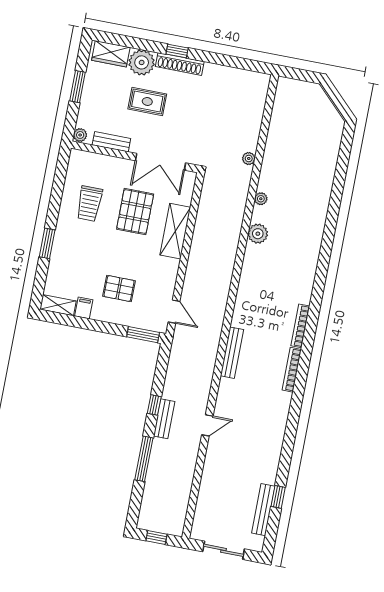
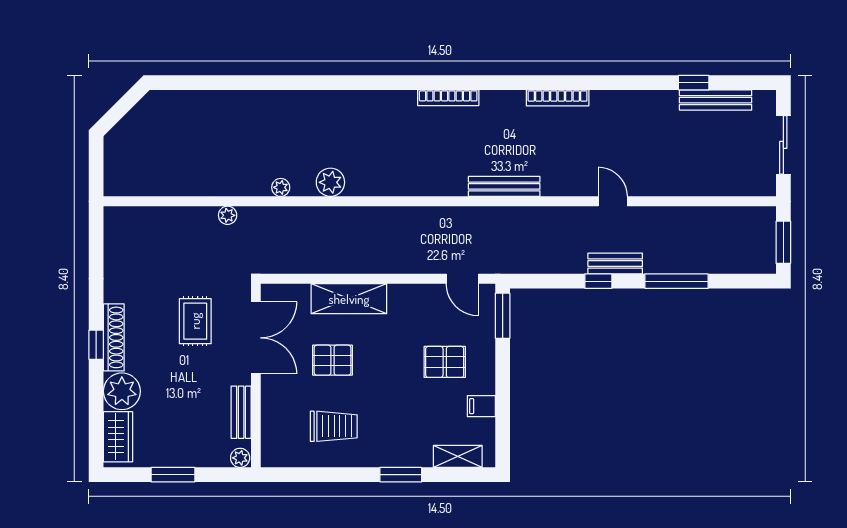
rug: (147, 102) -> (195, 321), moved
pallet: (135, 212) -> (333, 360), width x0.67, depth x0.71
pallet: (119, 288) -> (445, 362), turned 90
shelving: (58, 305) -> (458, 456), moved, turned 90
door: (174, 312) -> (462, 279), swing flipped
bookcase: (292, 370) -> (558, 98), moved
window: (156, 537) -> (783, 242), width x1.50

